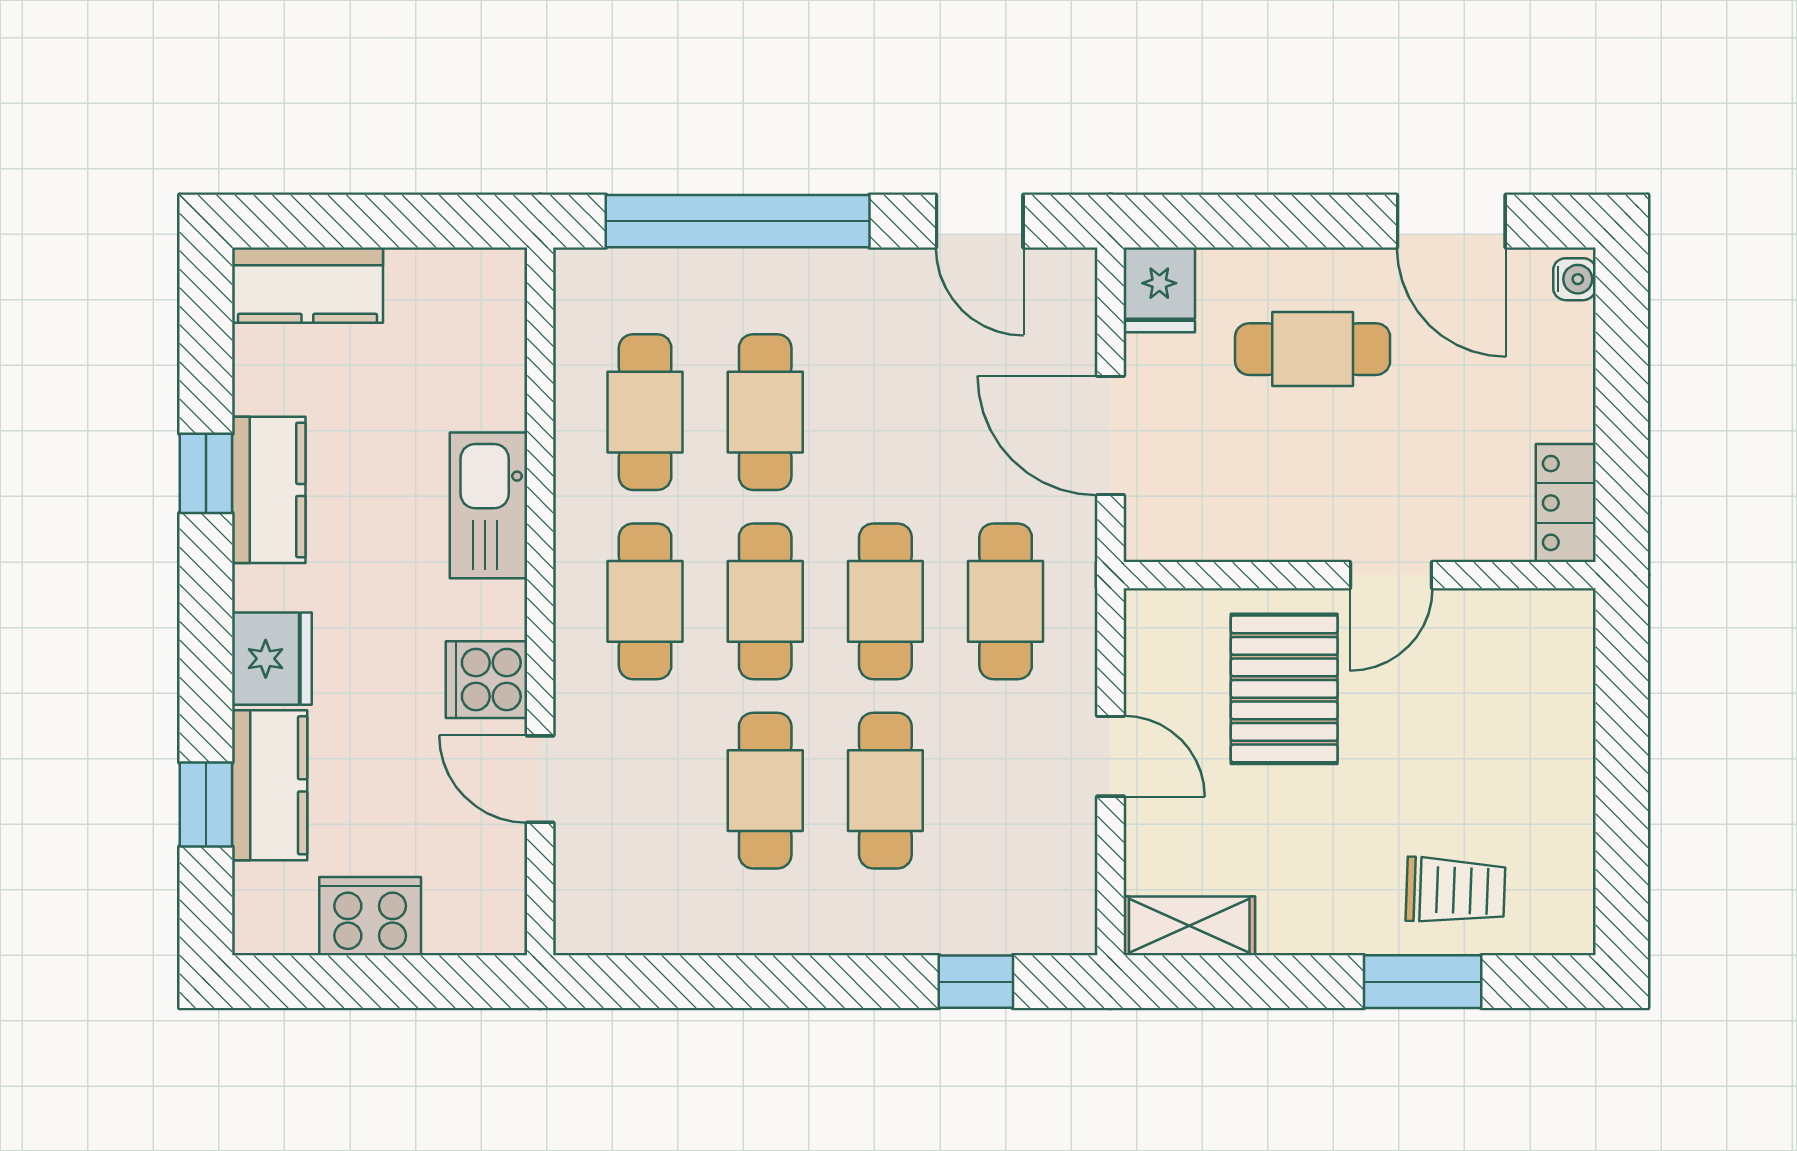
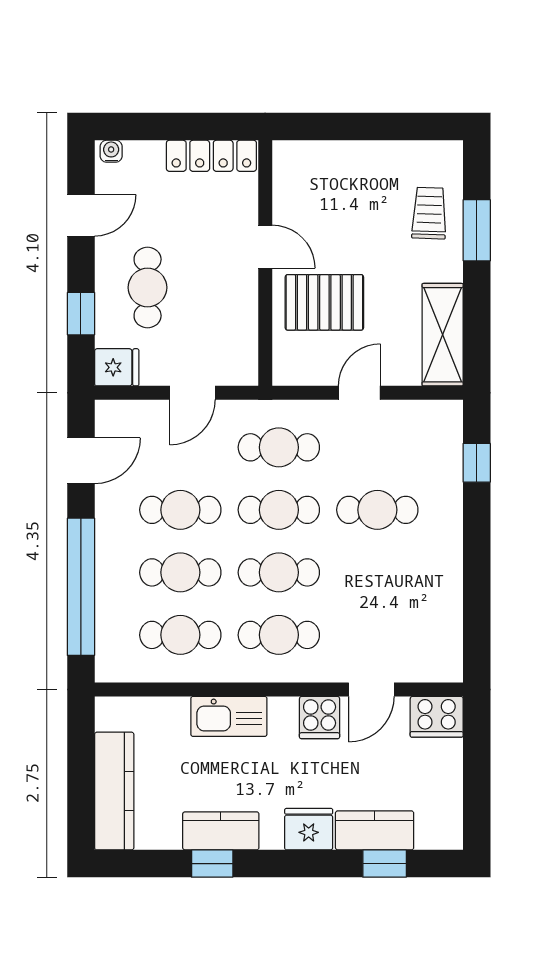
window: (1262, 221) -> (81, 314), added
door: (1451, 221) -> (81, 215), width x0.73
kitchen counter: (307, 285) -> (114, 791), width x1.50
door: (1110, 436) -> (193, 393), width x0.73
locker: (1566, 503) -> (211, 156), width x1.53
cafe table: (765, 791) -> (180, 510), moved
cooker: (370, 916) -> (437, 717), moved, turned -90
shelving: (1189, 926) -> (443, 335), width x1.50, depth x1.33

